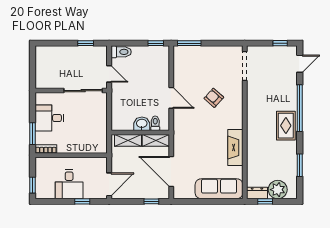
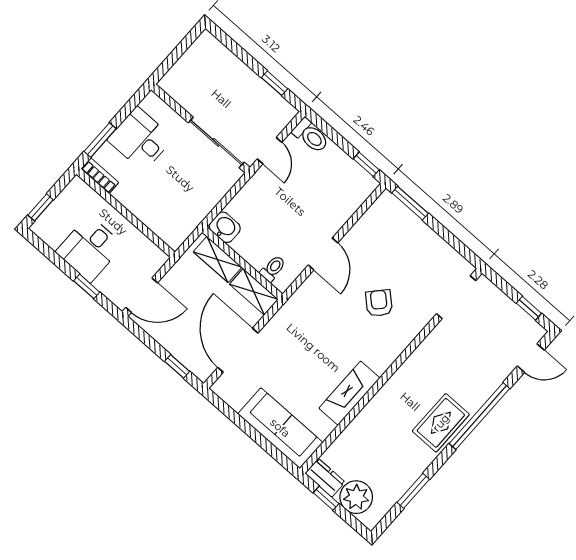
washbasin: (142, 124) -> (225, 227), moved

